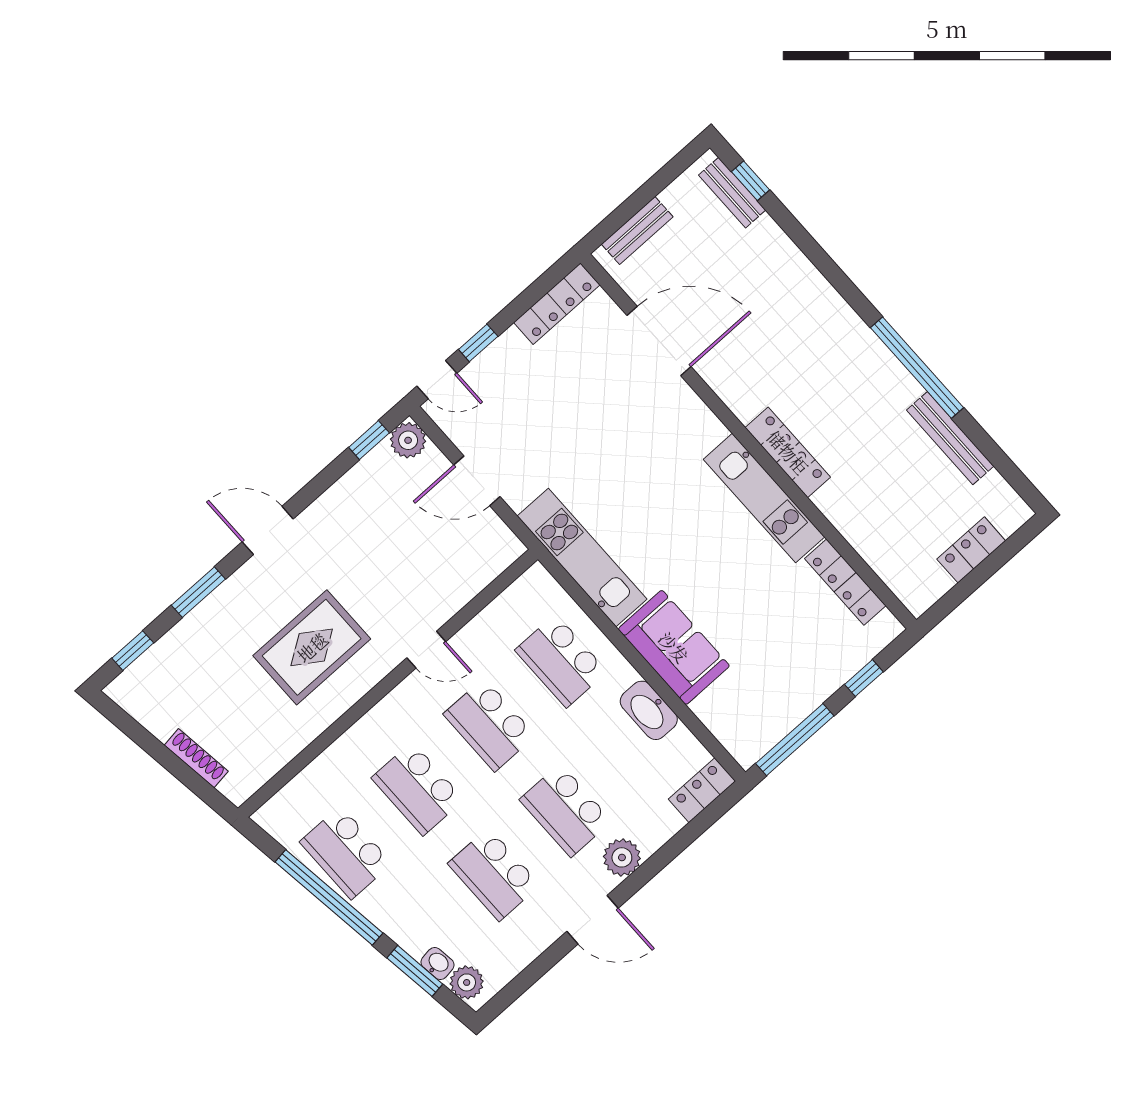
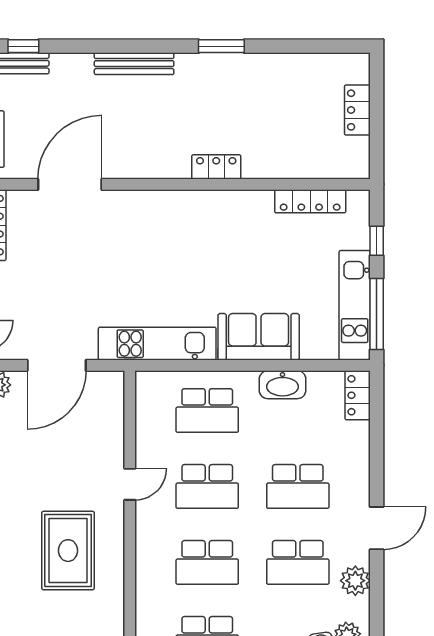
window: (917, 368) -> (221, 46), width x0.47
bench: (950, 438) -> (134, 64), moved
locker: (788, 452) -> (216, 167), width x0.66
door: (477, 481) -> (57, 365), width x1.36
kitchen unit: (764, 498) -> (355, 305), moved, turned 90
plant: (622, 857) -> (355, 581), moved

